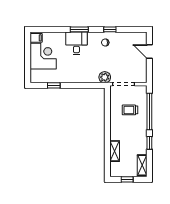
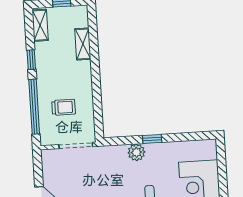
plant: (105, 77) -> (136, 152), moved
window: (54, 85) -> (152, 139), moved

